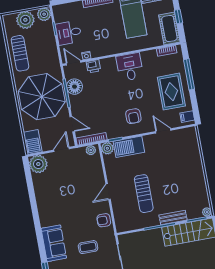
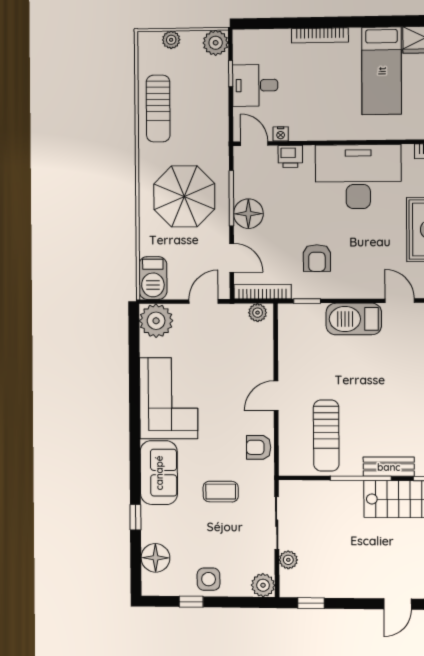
plant: (25, 20) -> (171, 40), width x0.53, depth x0.53
desk: (130, 67) -> (358, 177), width x1.87, depth x1.30
floor lamp: (74, 87) -> (248, 214), moved
parasol: (42, 97) -> (184, 196), width x0.73, depth x0.73
armchair: (133, 116) -> (317, 258), moved
barbecue: (129, 147) -> (354, 319), moved
plant: (107, 148) -> (289, 315), removed
sun lounger: (144, 194) -> (326, 436), moved
corner sofa: (52, 203) -> (169, 398), added

